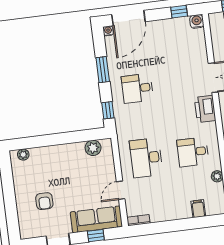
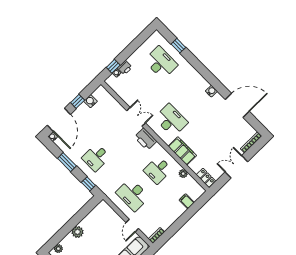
window: (179, 12) -> (78, 101), moved
water cooler: (197, 21) -> (90, 101), moved
plant: (93, 148) -> (77, 232), moved

